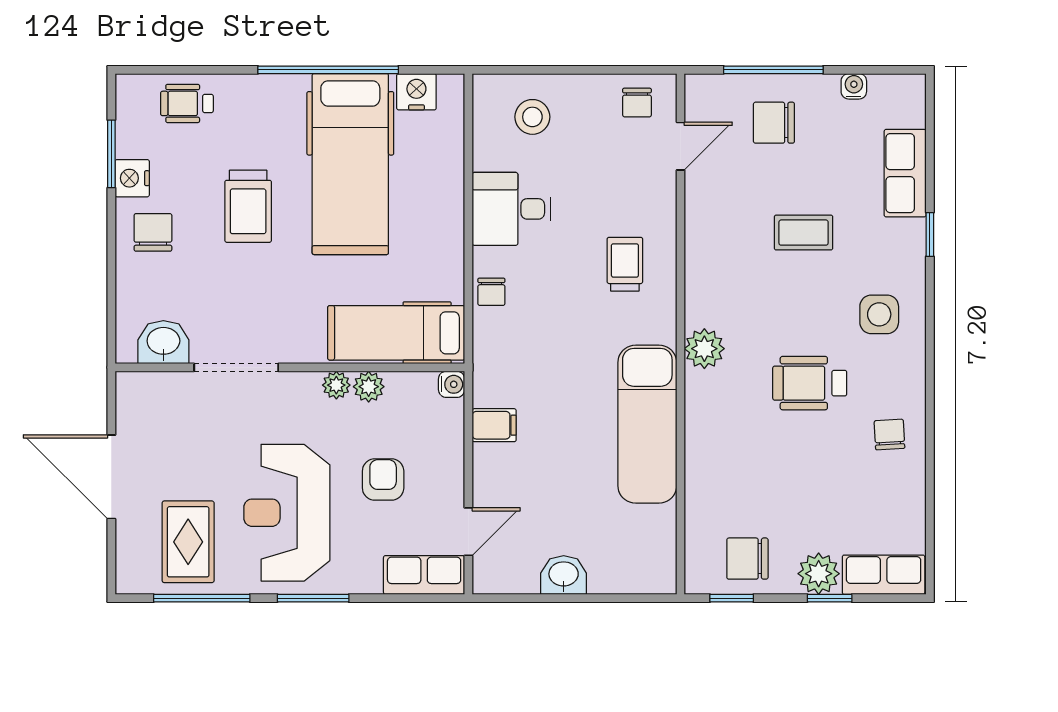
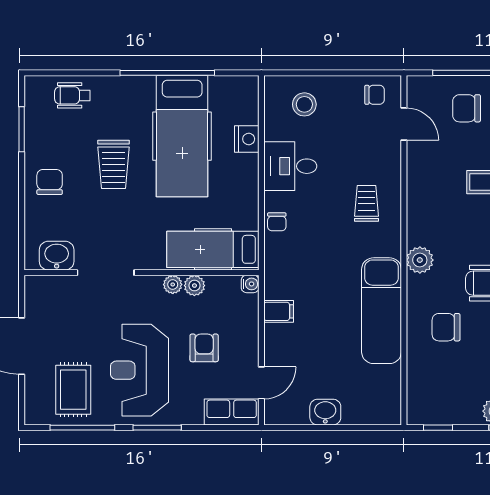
nightstand: (416, 92) -> (247, 139), moved, turned 90
chair: (637, 103) -> (375, 95), turned -90
door: (681, 146) -> (404, 124), hinge flipped
nightstand: (132, 178) -> (36, 146), removed
chair: (747, 559) -> (446, 327), moved

